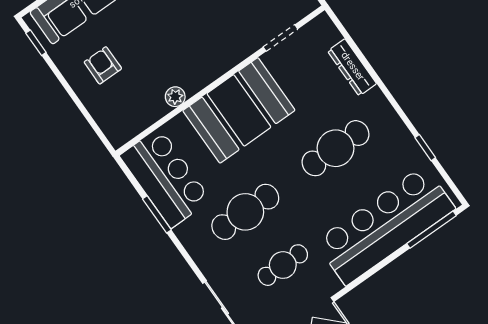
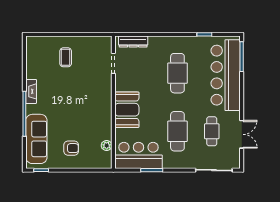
armchair: (103, 65) -> (71, 148), turned 180
dresser: (352, 67) -> (133, 42), moved
plant: (175, 97) -> (107, 145), moved
booth: (239, 110) -> (127, 110), width x0.73, depth x0.70

